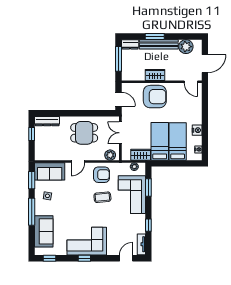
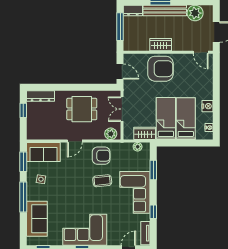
corner sofa: (132, 195) -> (135, 192), moved

